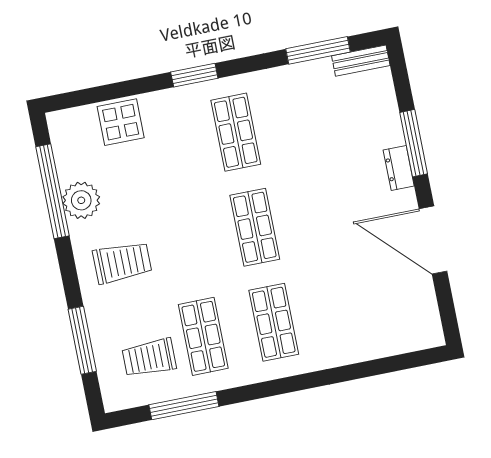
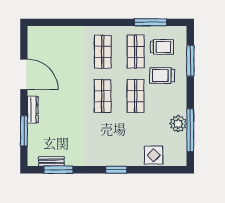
bench: (361, 61) -> (51, 161), moved
shop shelf: (236, 132) -> (136, 96), moved
window: (414, 143) -> (24, 131), moved
dresser: (399, 168) -> (33, 110), width x1.44
trolley: (122, 262) -> (162, 76), moved

